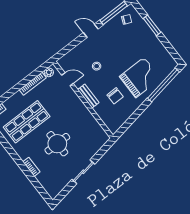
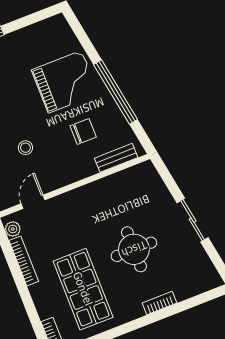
grand piano: (140, 77) -> (65, 82), turned 90
window: (163, 85) -> (116, 92), moved
bench: (88, 96) -> (116, 158), moved

